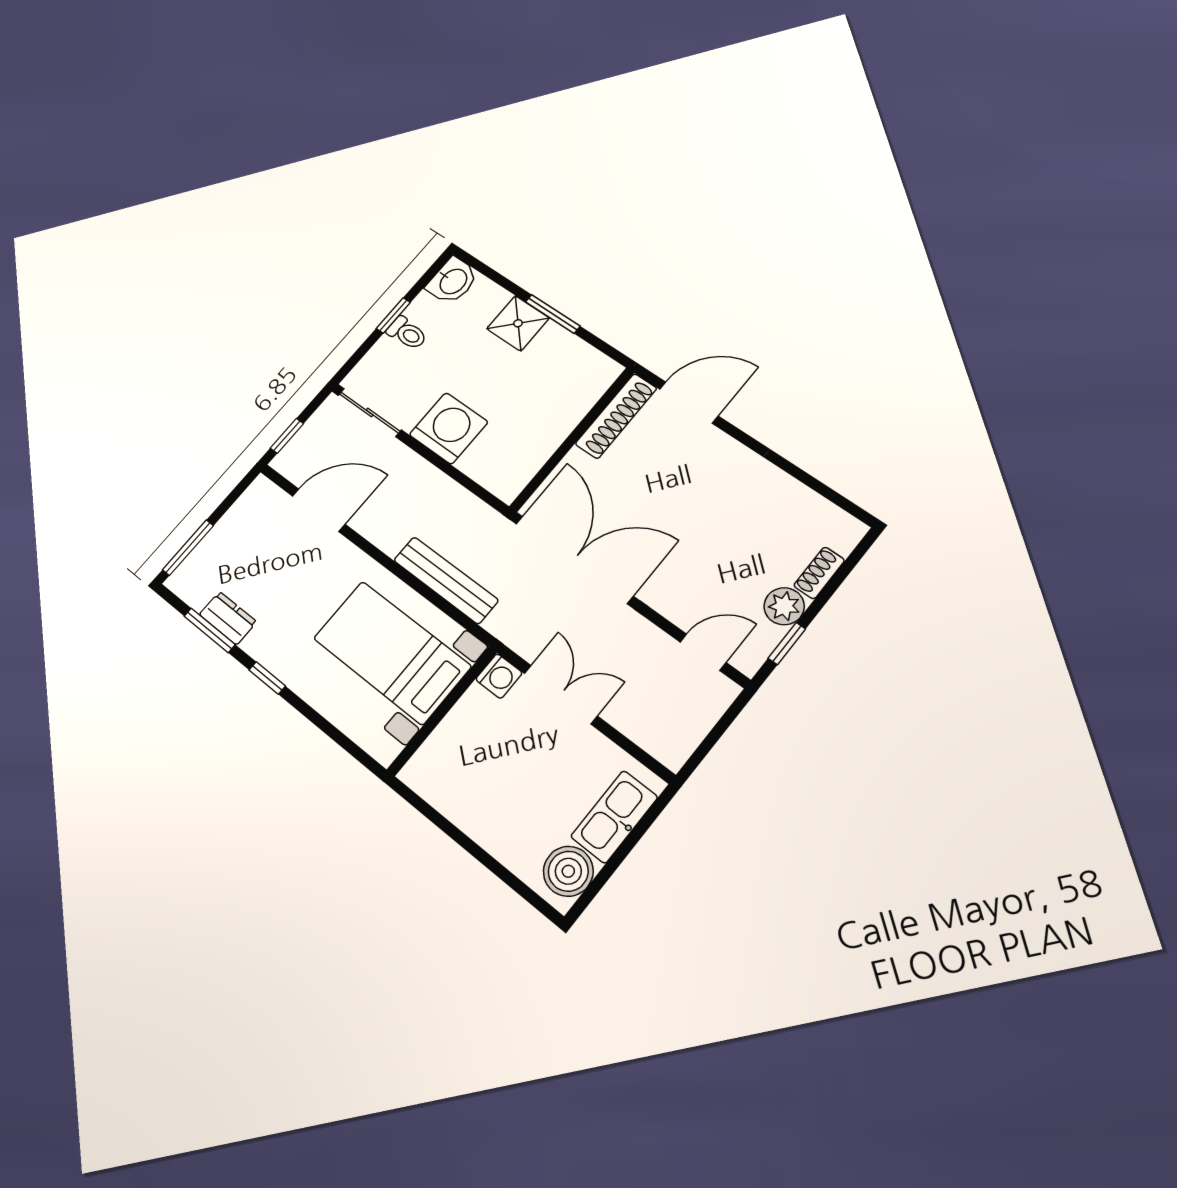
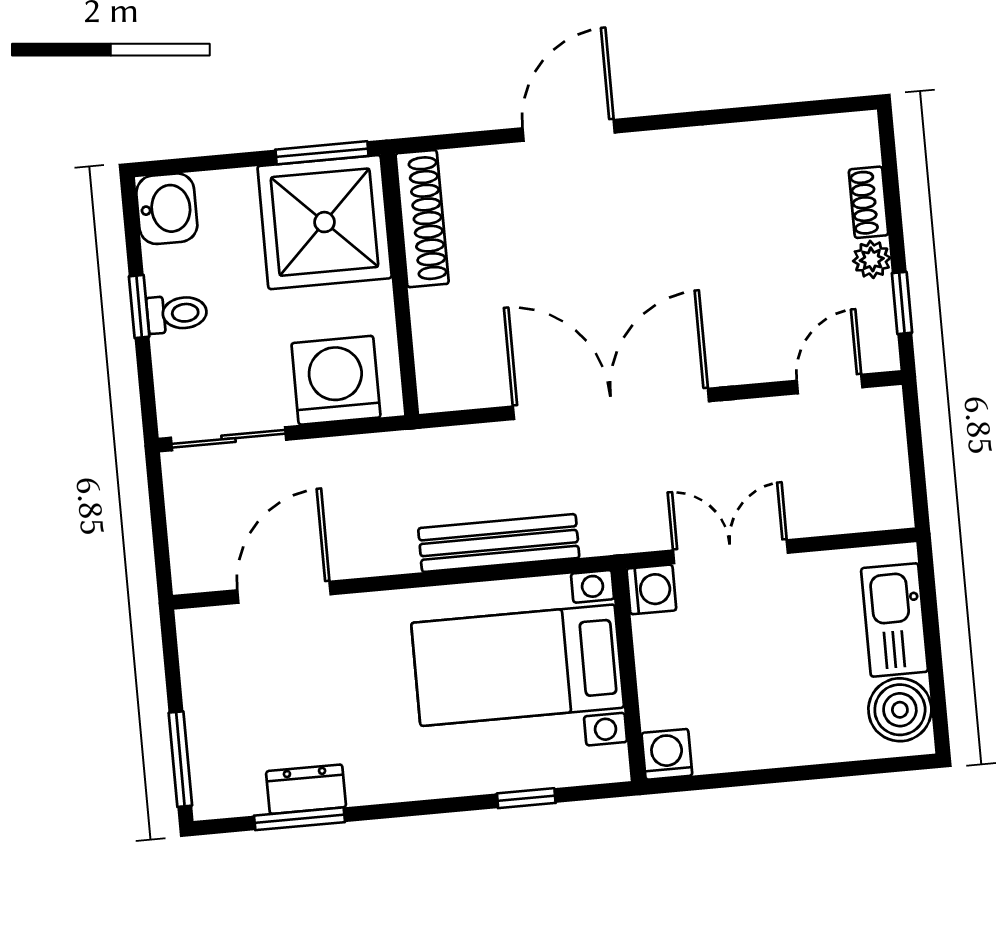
shower: (518, 323) -> (325, 222), width x1.86, depth x1.86
shoe rack: (616, 416) -> (422, 219), moved
window: (287, 436) -> (161, 545), removed
wall: (572, 439) -> (400, 284), moved
plant: (784, 606) -> (872, 259), width x0.73, depth x0.73
window: (267, 678) -> (526, 798), moved
washing machine: (419, 773) -> (667, 754), added

